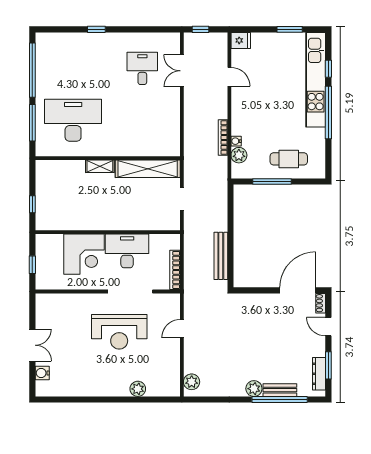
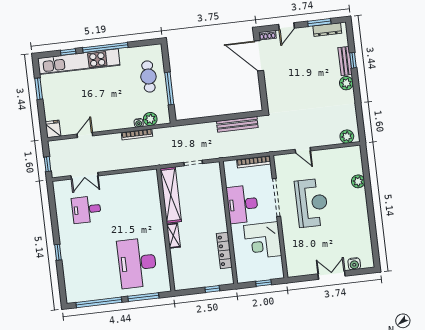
locker: (76, 224) -> (224, 250), added
corner desk: (84, 254) -> (263, 240), moved, turned 180
window: (280, 399) -> (353, 60), width x0.32

